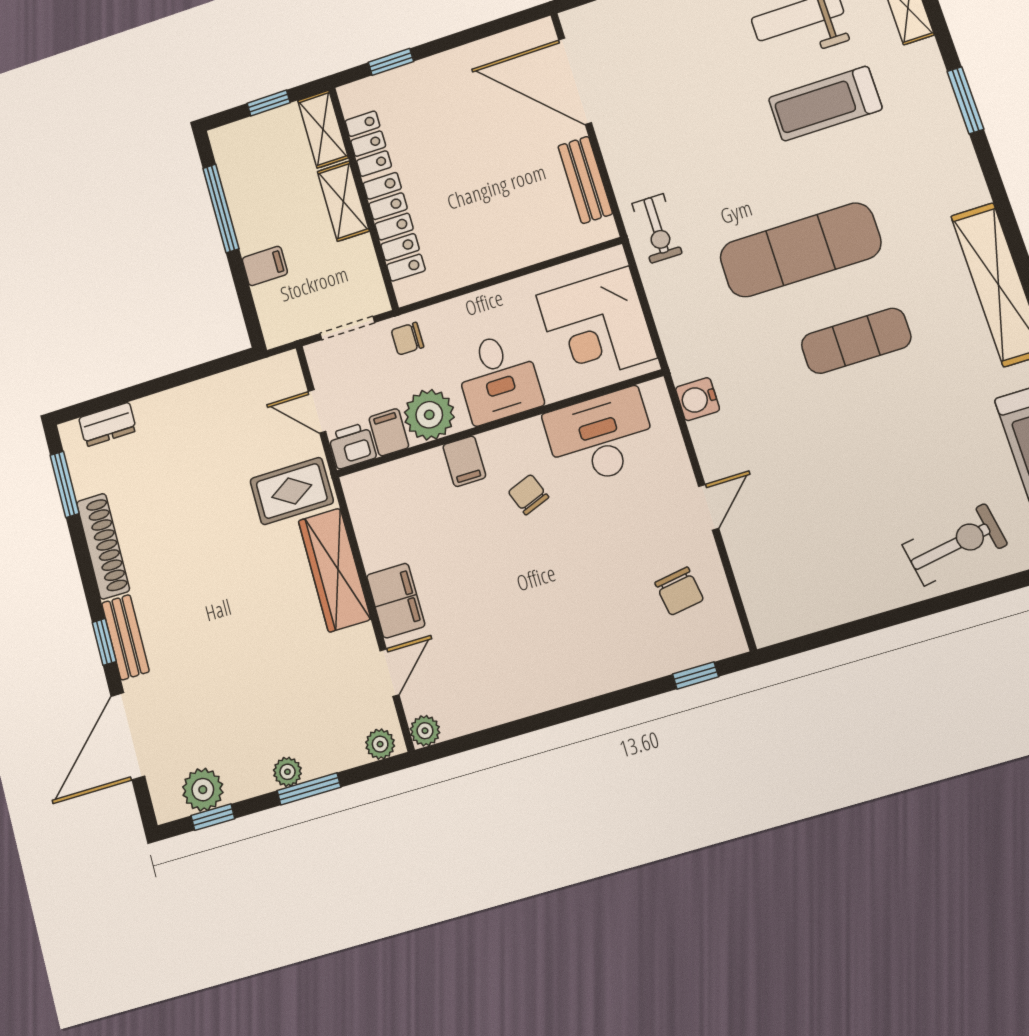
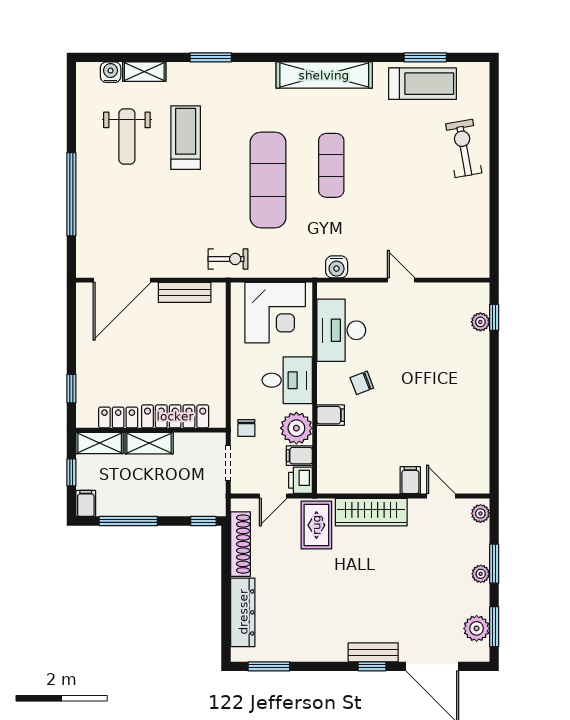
treadmill: (825, 104) -> (186, 138), turned 180
filing cabinet: (265, 266) -> (86, 503), moved
window: (251, 319) -> (203, 521), added
dresser: (108, 424) -> (243, 612), width x1.96, depth x1.24
shoe rack: (103, 546) -> (240, 544), moved, turned 90
chair: (679, 591) -> (444, 312), removed
filing cabinet: (396, 601) -> (410, 480), width x0.50
plant: (425, 731) -> (480, 322), moved
window: (213, 817) -> (494, 627), width x1.50

